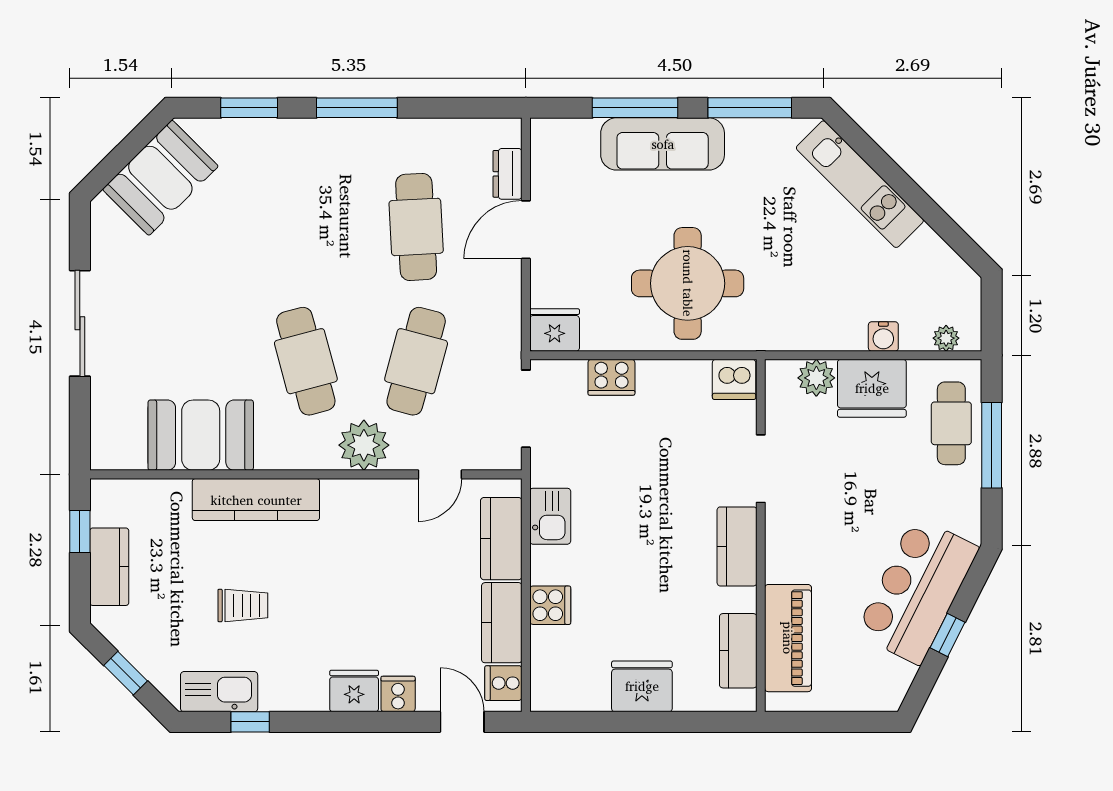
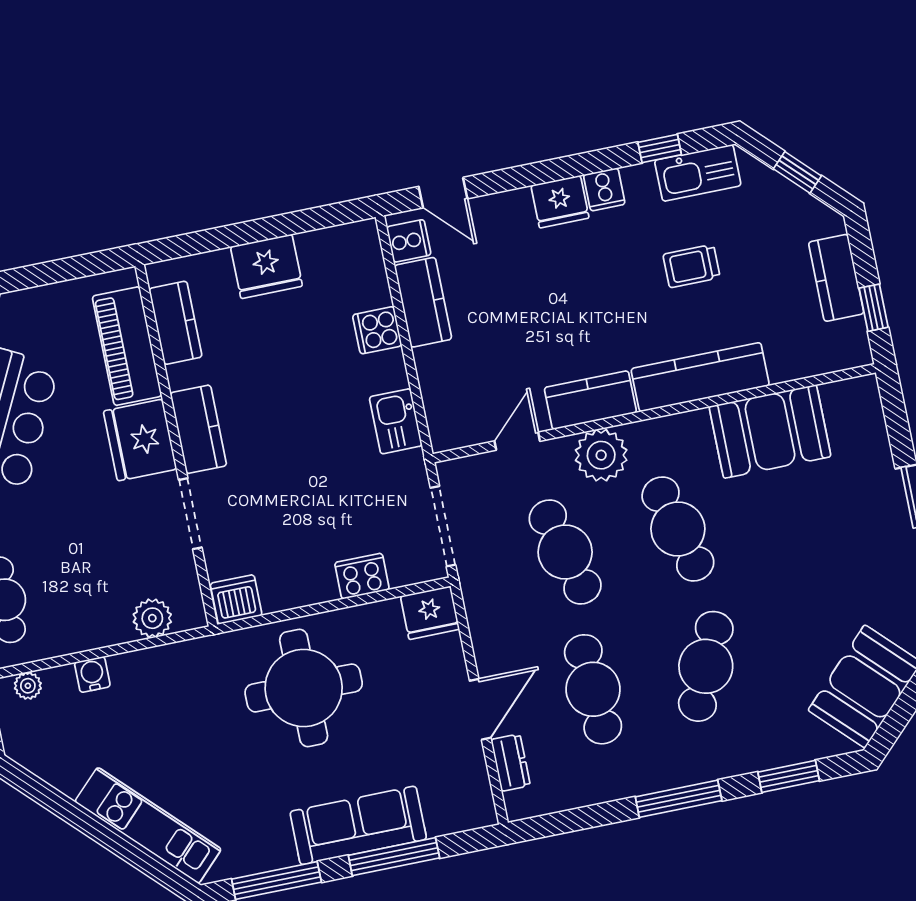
cafe table: (306, 227) -> (706, 666), added
cafe table: (416, 361) -> (565, 552), turned -30
fridge: (872, 388) -> (140, 440), moved, turned -90
kitchen counter: (501, 539) -> (590, 400), moved, turned -90
cooker: (398, 694) -> (604, 189), moved

